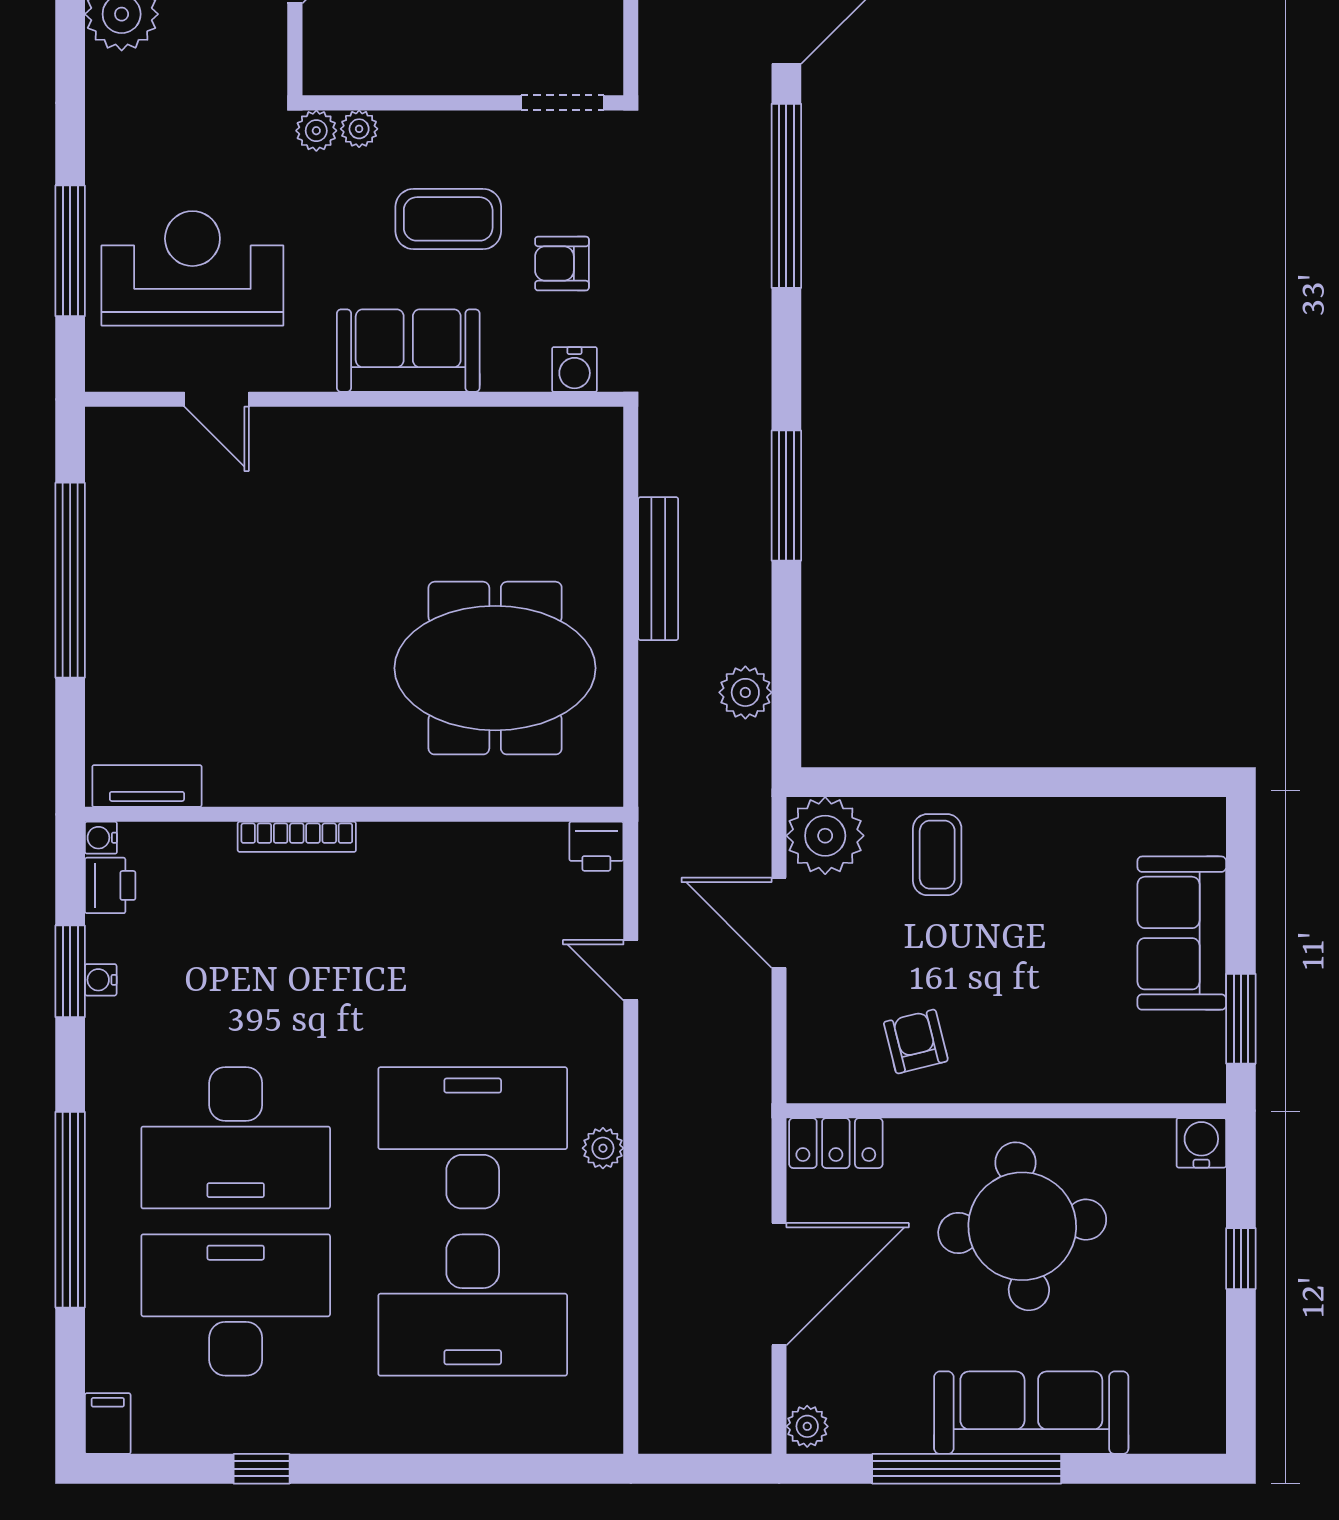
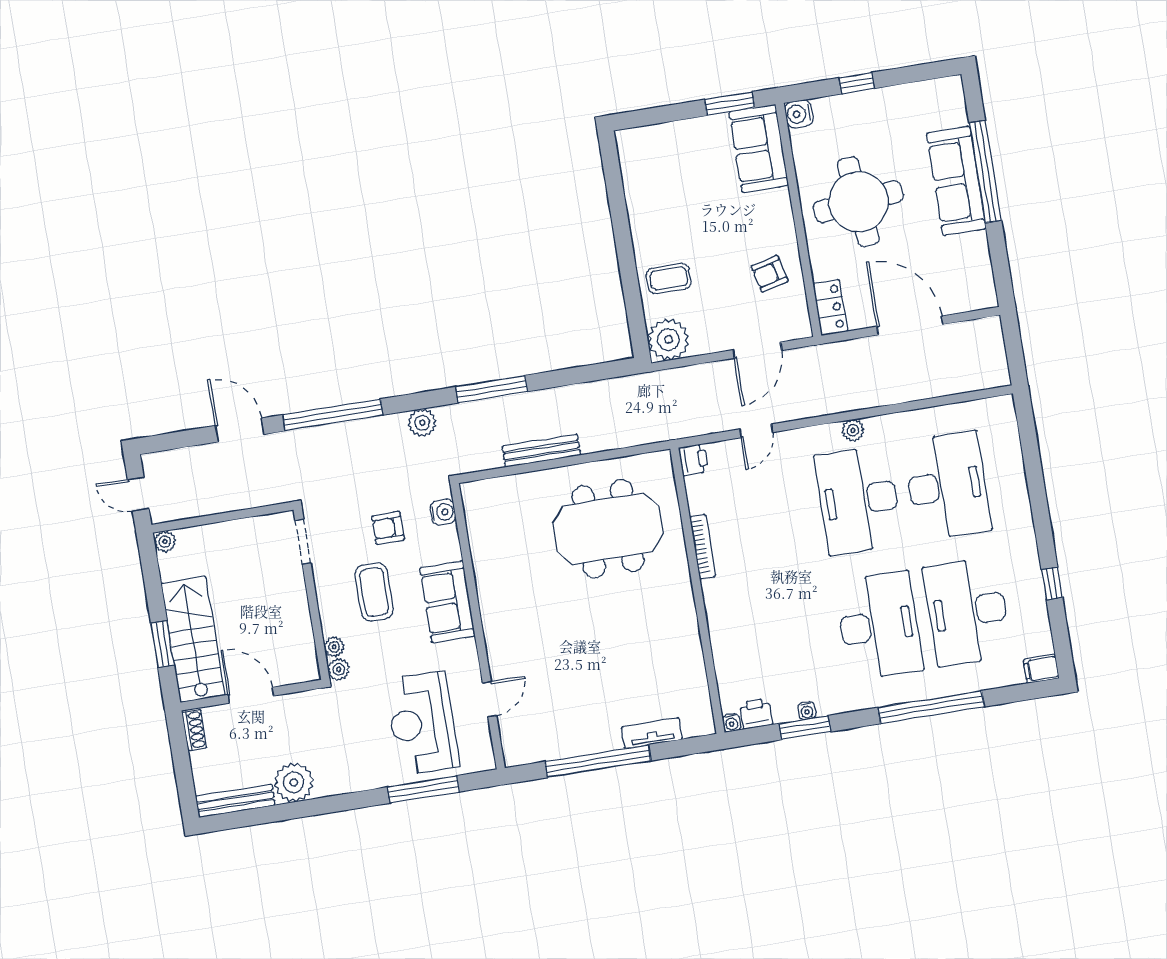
armchair: (562, 264) -> (388, 528), turned 90
meeting table: (495, 668) -> (608, 529), turned 90
plant: (745, 692) -> (422, 423), moved
tv unit: (147, 786) -> (652, 733), moved, turned 90
bookcase: (297, 837) -> (703, 546), moved
door: (779, 923) -> (757, 350), moved
sofa: (1182, 933) -> (759, 149), moved, turned 90
plant: (807, 1426) -> (983, 298), removed
window: (967, 1469) -> (985, 172), moved

